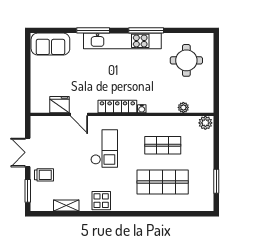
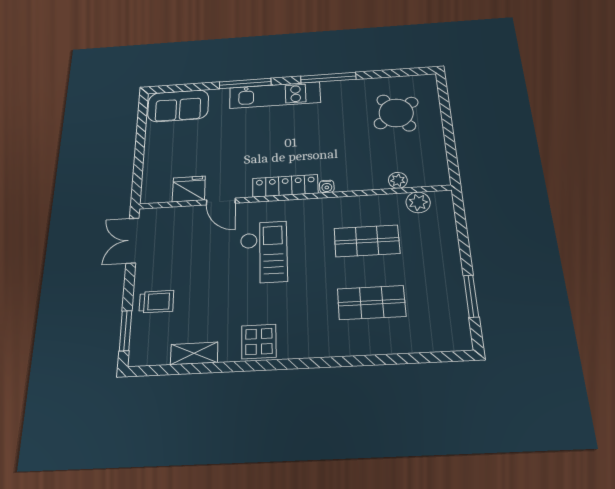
kitchen unit: (122, 41) -> (275, 95), width x0.73
round table: (186, 60) -> (396, 113), turned -35
plant: (205, 123) -> (418, 202), moved
double door: (28, 152) -> (132, 240), moved
shop shelf: (163, 182) -> (371, 303), width x0.70, depth x0.74

